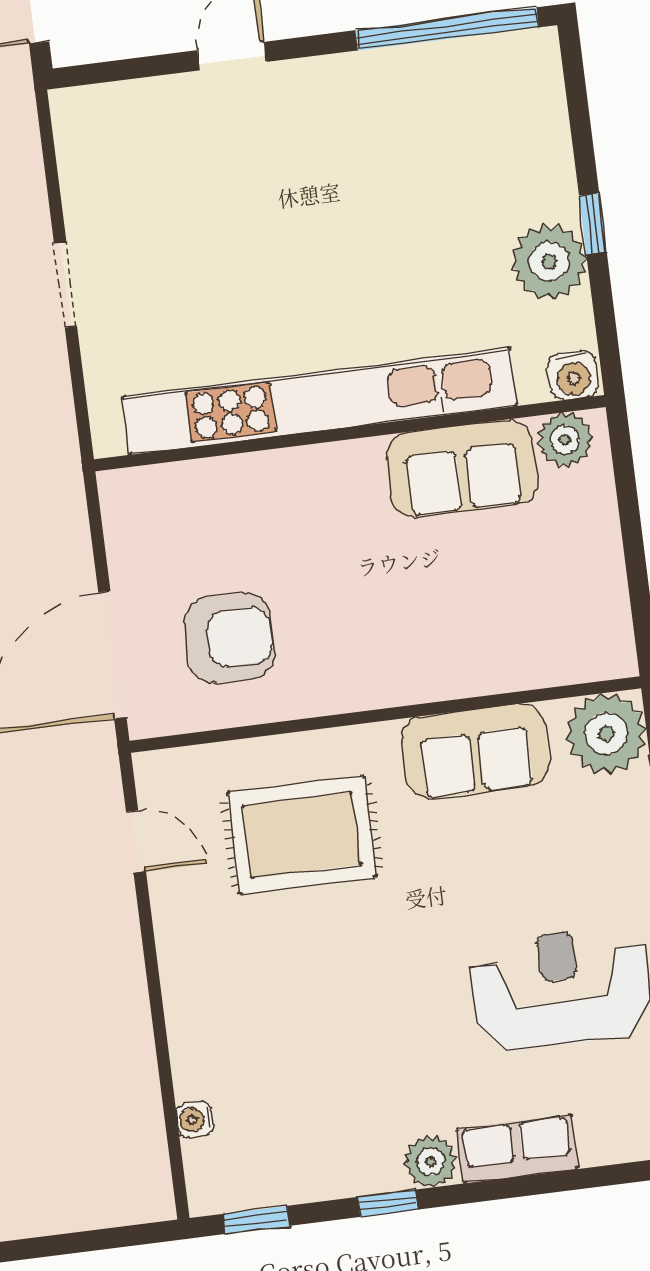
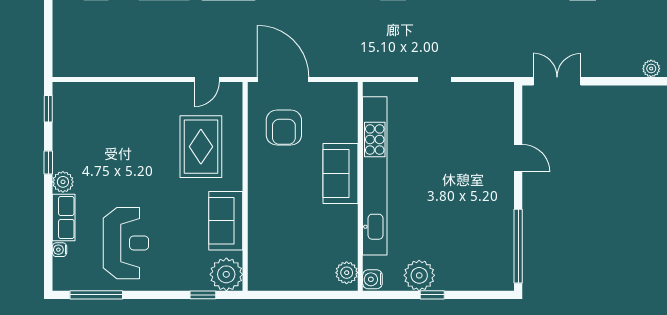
sofa: (462, 468) -> (340, 173), moved
water cooler: (195, 1119) -> (60, 250), moved, turned -90

